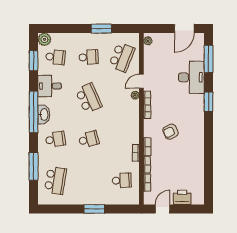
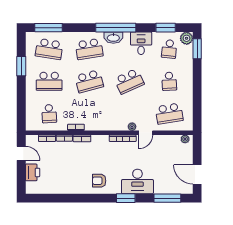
window: (101, 28) -> (197, 49), moved
school desk: (122, 57) -> (169, 114), turned -30
desk: (191, 77) -> (137, 181), moved
door: (141, 81) -> (146, 133), swing flipped
armchair: (171, 132) -> (99, 181), moved, turned -65
school desk: (55, 139) -> (89, 49), width x1.85
school desk: (89, 139) -> (89, 81), width x1.85
window: (34, 166) -> (49, 28), moved
school desk: (89, 180) -> (49, 81), added
window: (94, 209) -> (21, 66), moved

